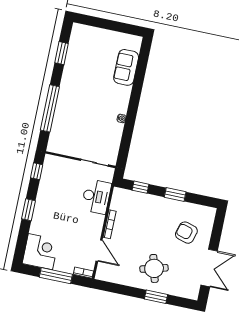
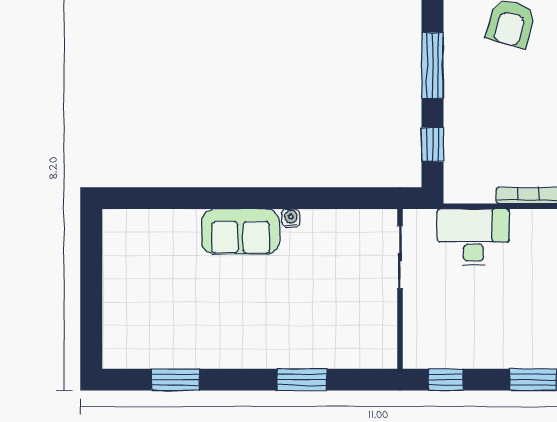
sofa: (126, 67) -> (240, 232), moved
window: (50, 108) -> (302, 380), width x0.47
window: (175, 194) -> (433, 65), width x1.44

